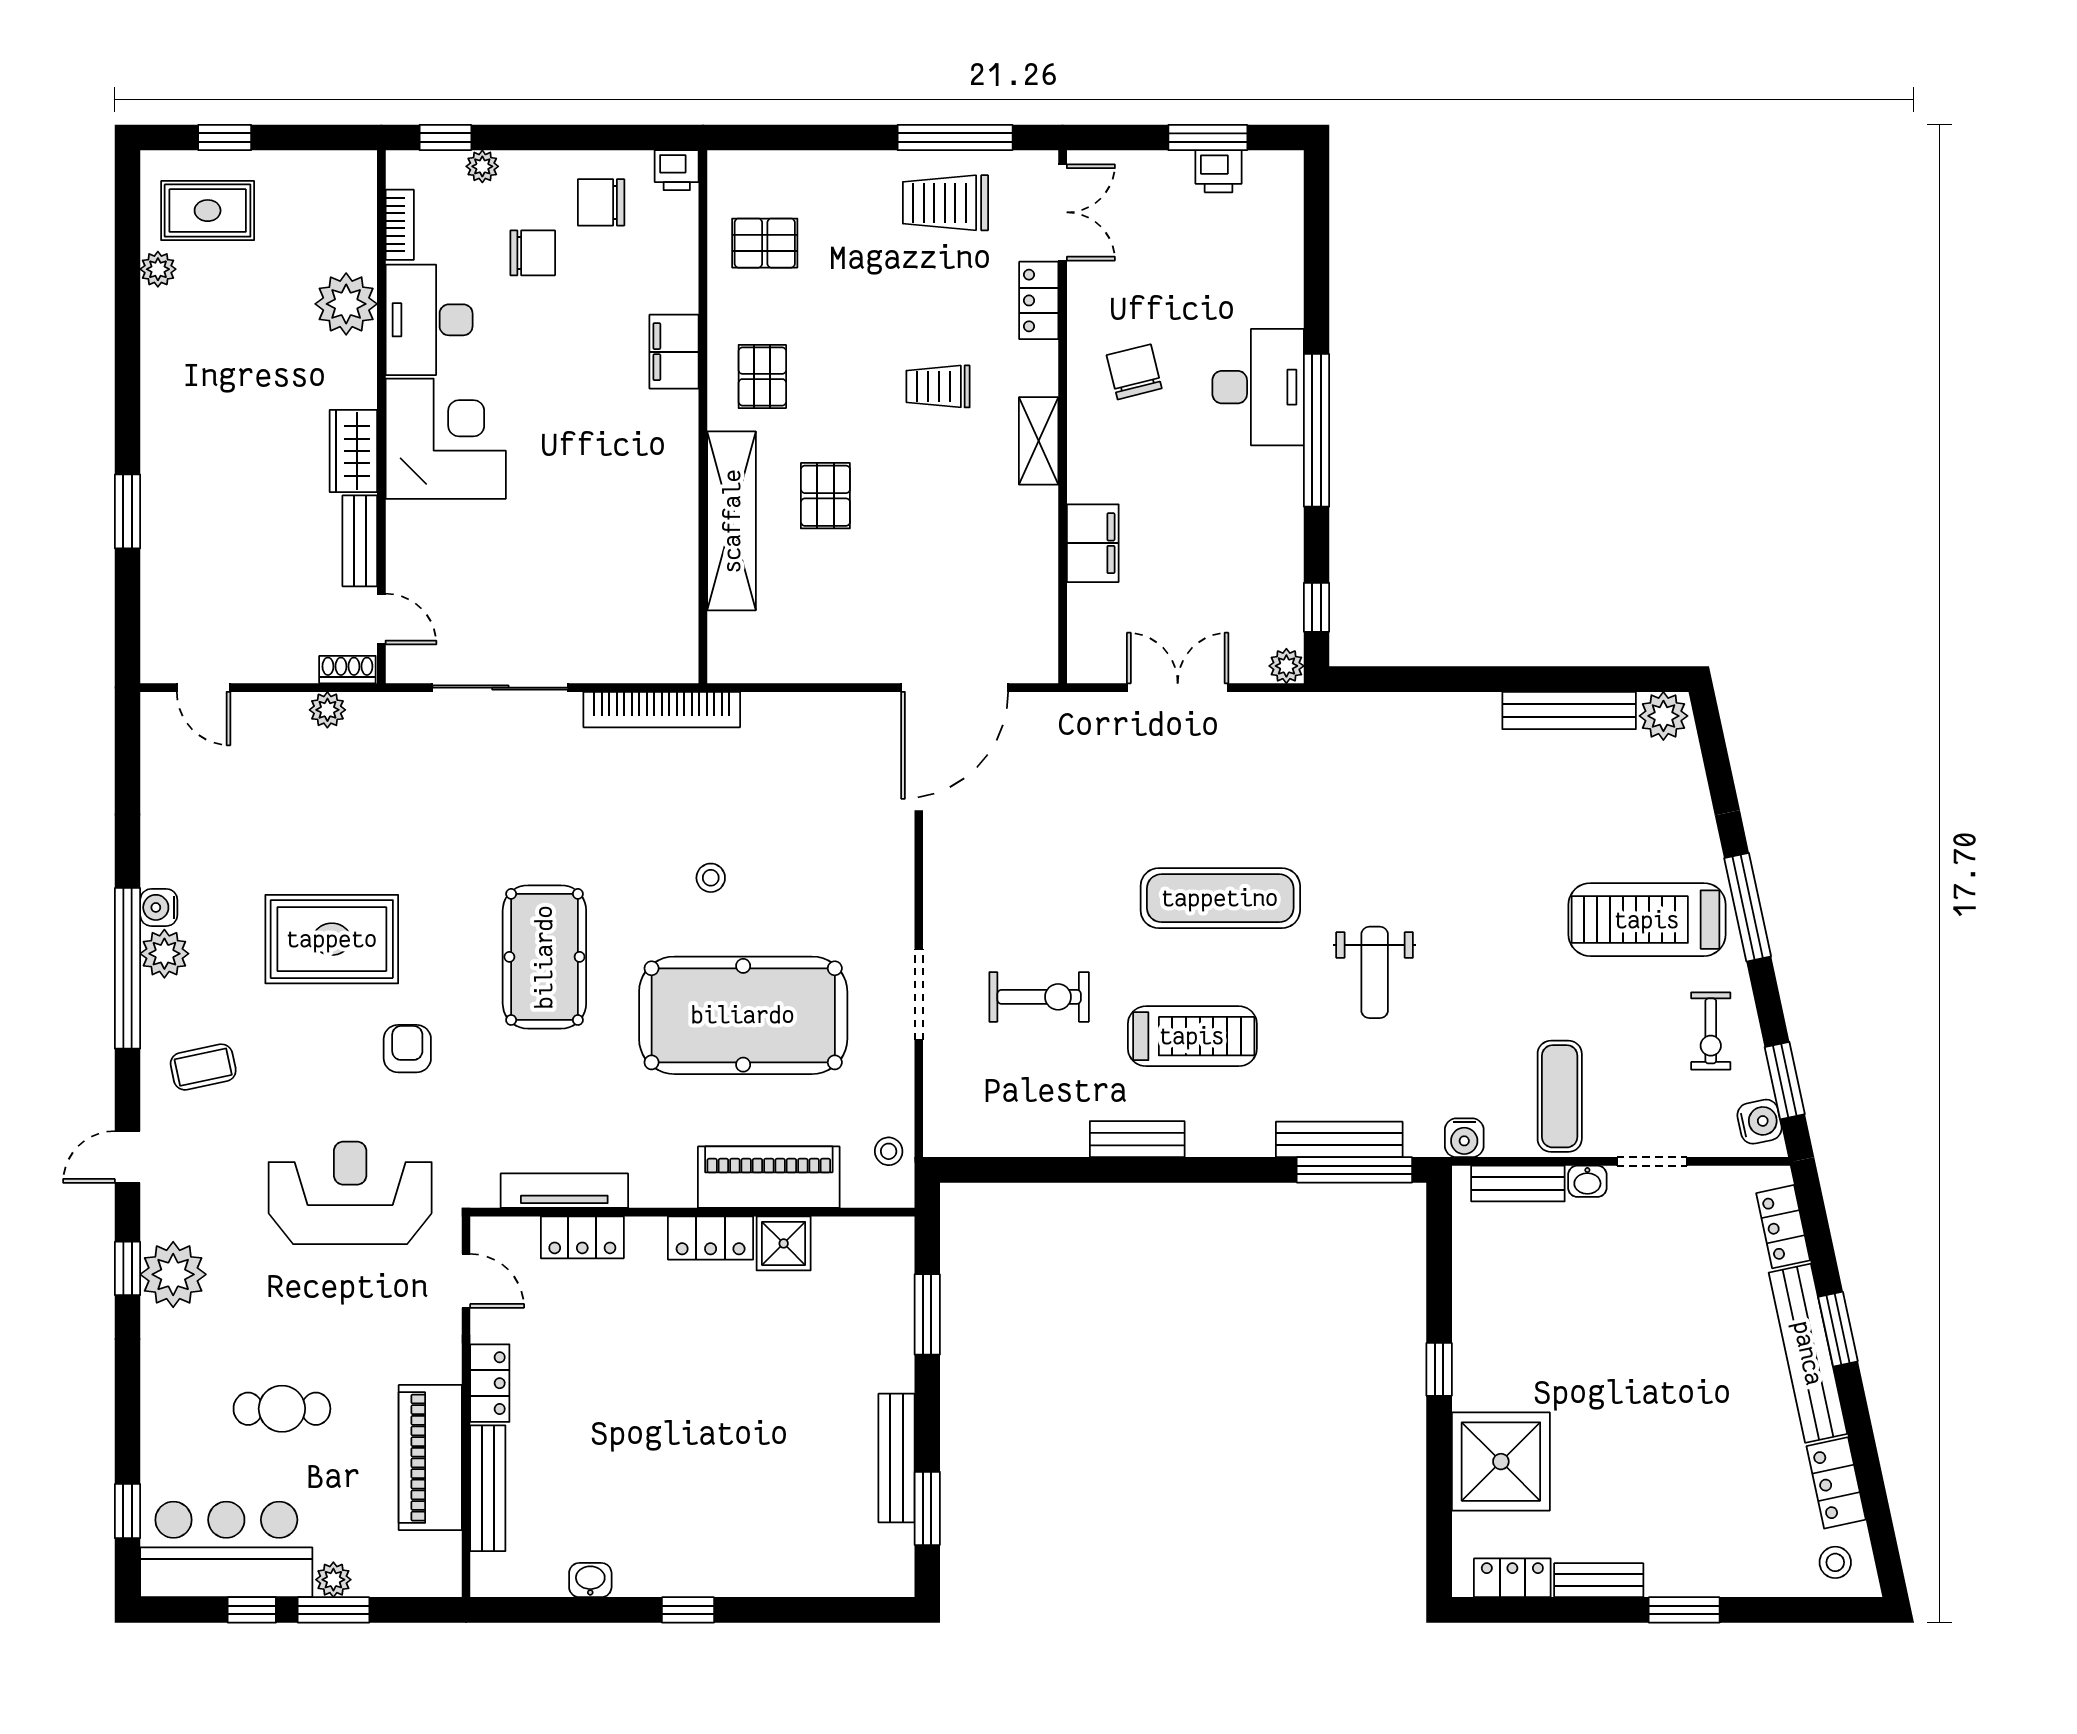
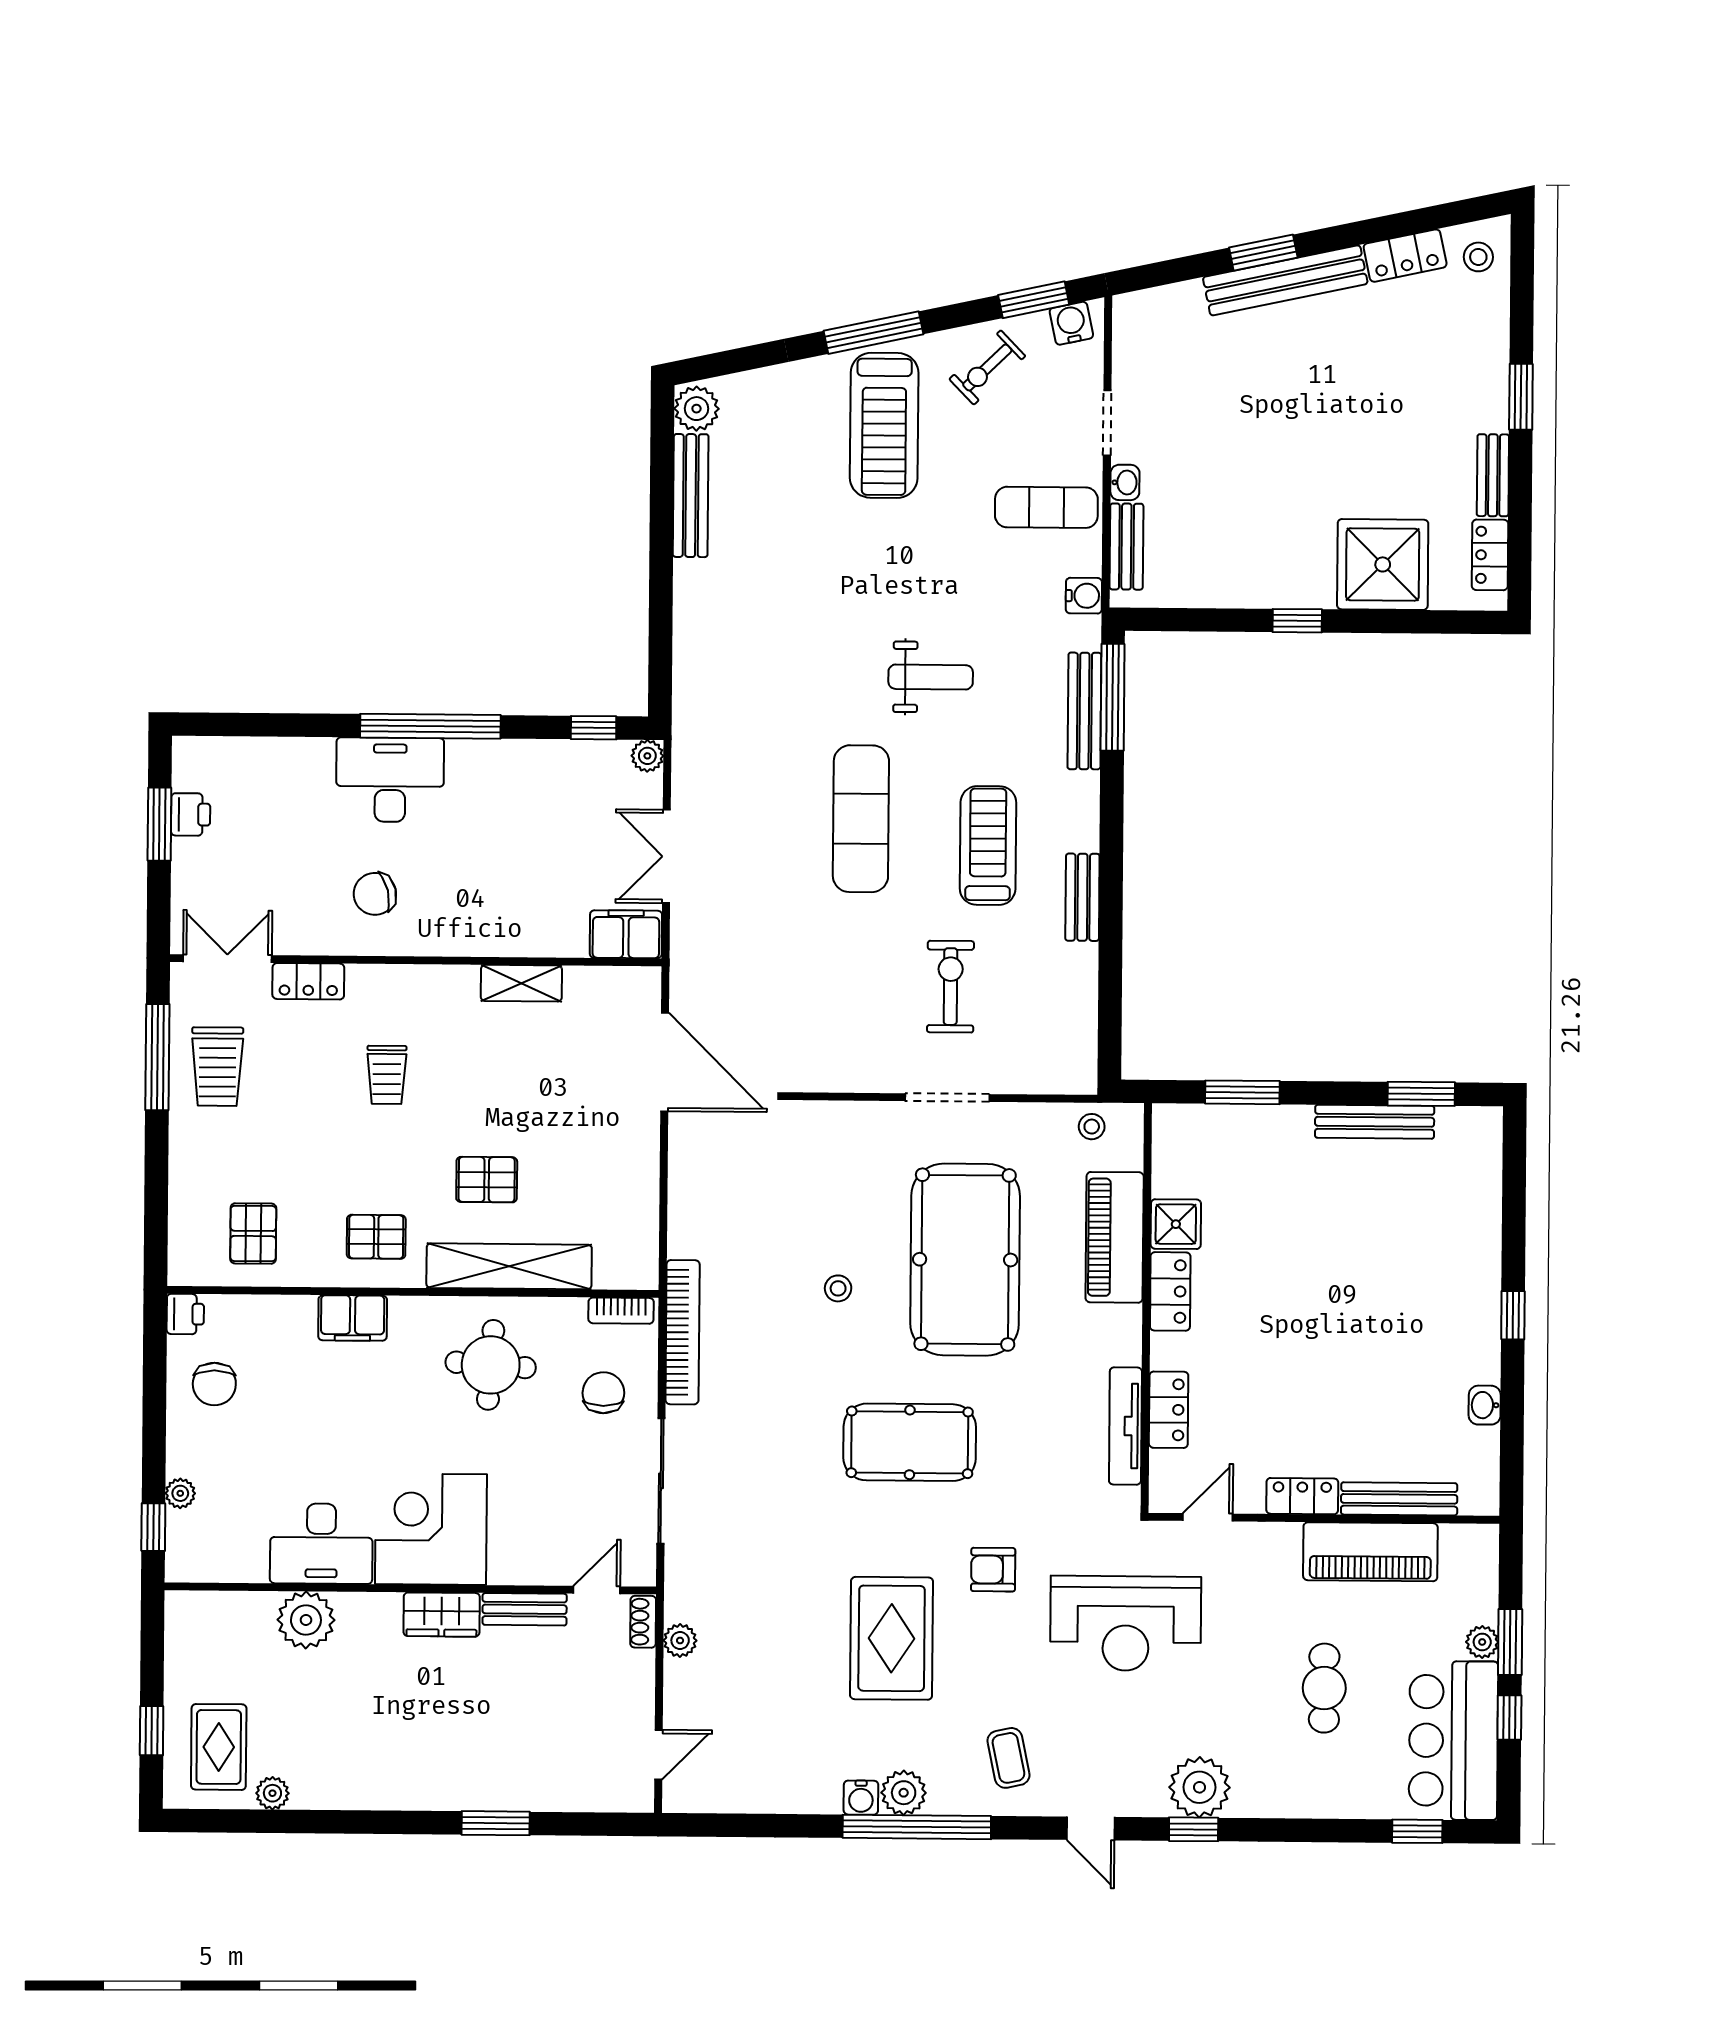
bookcase: (400, 225) -> (621, 1311), moved, turned 180
chair: (533, 253) -> (603, 1393), moved
shelving: (1039, 441) -> (521, 983), moved
round table: (624, 502) -> (491, 1365), added
filing cabinet: (1093, 543) -> (626, 934), moved
exercise bike: (1711, 1031) -> (987, 368), turned 136
reception desk: (350, 1193) -> (1126, 1623), turned -90
locker: (1783, 1227) -> (1168, 302), removed

